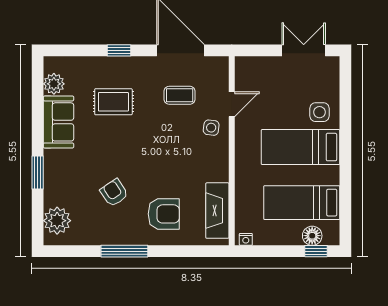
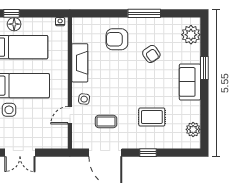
sofa: (58, 122) -> (190, 82), moved
fireplace: (217, 211) -> (80, 63), moved

